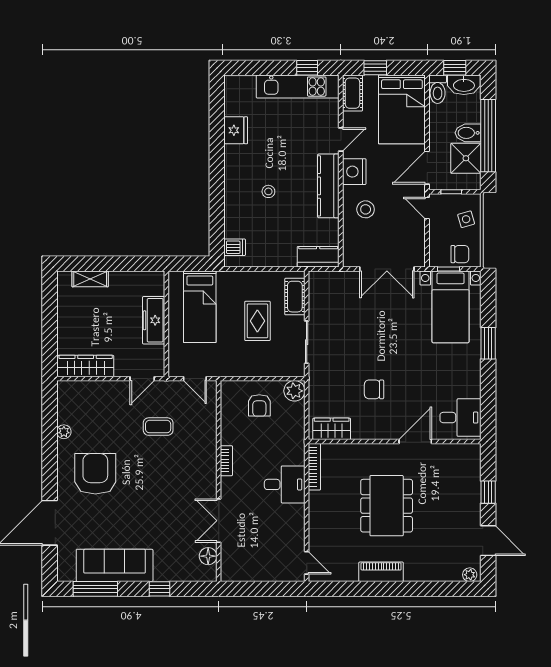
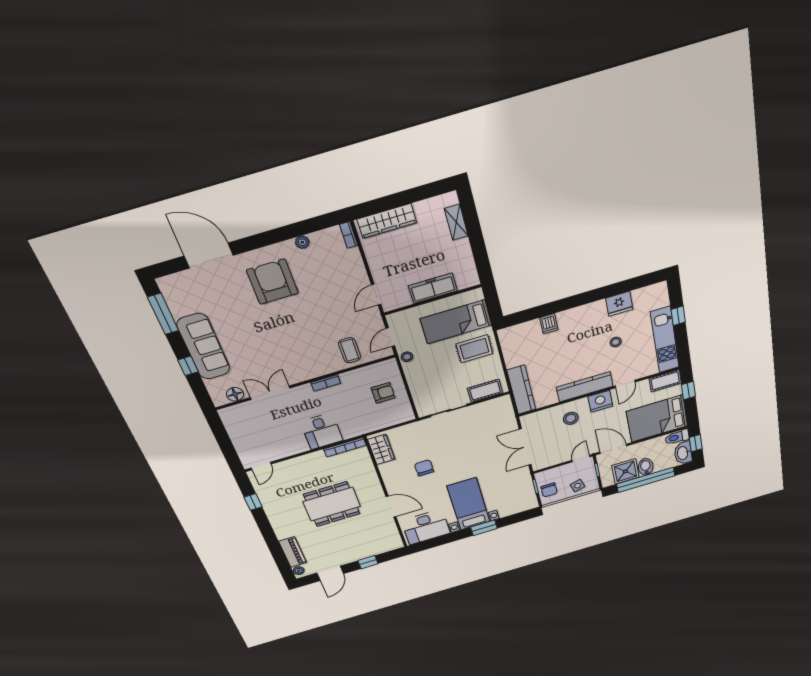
window: (307, 68) -> (678, 316), moved
door: (341, 140) -> (625, 384), hinge flipped
stool: (268, 191) -> (616, 342), moved
dishwasher: (235, 247) -> (549, 324), moved
kitchen counter: (318, 257) -> (521, 390), width x1.50
bed with nightstands: (451, 307) -> (469, 504), moved, turned 90
rug: (257, 321) -> (474, 349), moved
wardrobe: (86, 366) -> (387, 221), moved, turned 90
stool: (224, 368) -> (407, 357), added
door: (142, 379) -> (376, 295), hinge flipped
bookcase: (70, 386) -> (349, 235), added
plant: (294, 391) -> (404, 414), removed
armchair: (259, 405) -> (383, 393), turned 180
desk: (461, 418) -> (426, 527), width x1.37
coffee table: (158, 427) -> (350, 350), moved
armchair: (95, 474) -> (272, 282), turned -90
sofa: (115, 565) -> (204, 347), moved
piano: (381, 572) -> (293, 552), moved
window: (351, 589) -> (253, 502), added

